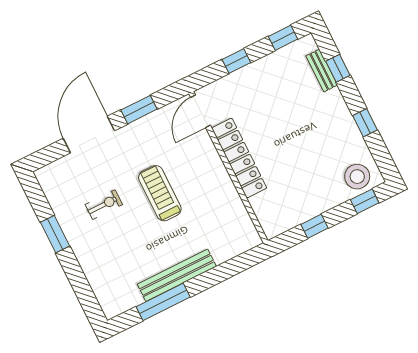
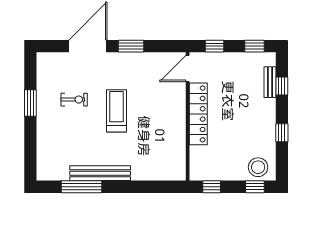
door: (201, 111) -> (188, 68), moved
locker: (239, 158) -> (198, 114), moved
wall: (228, 167) -> (188, 116), moved

